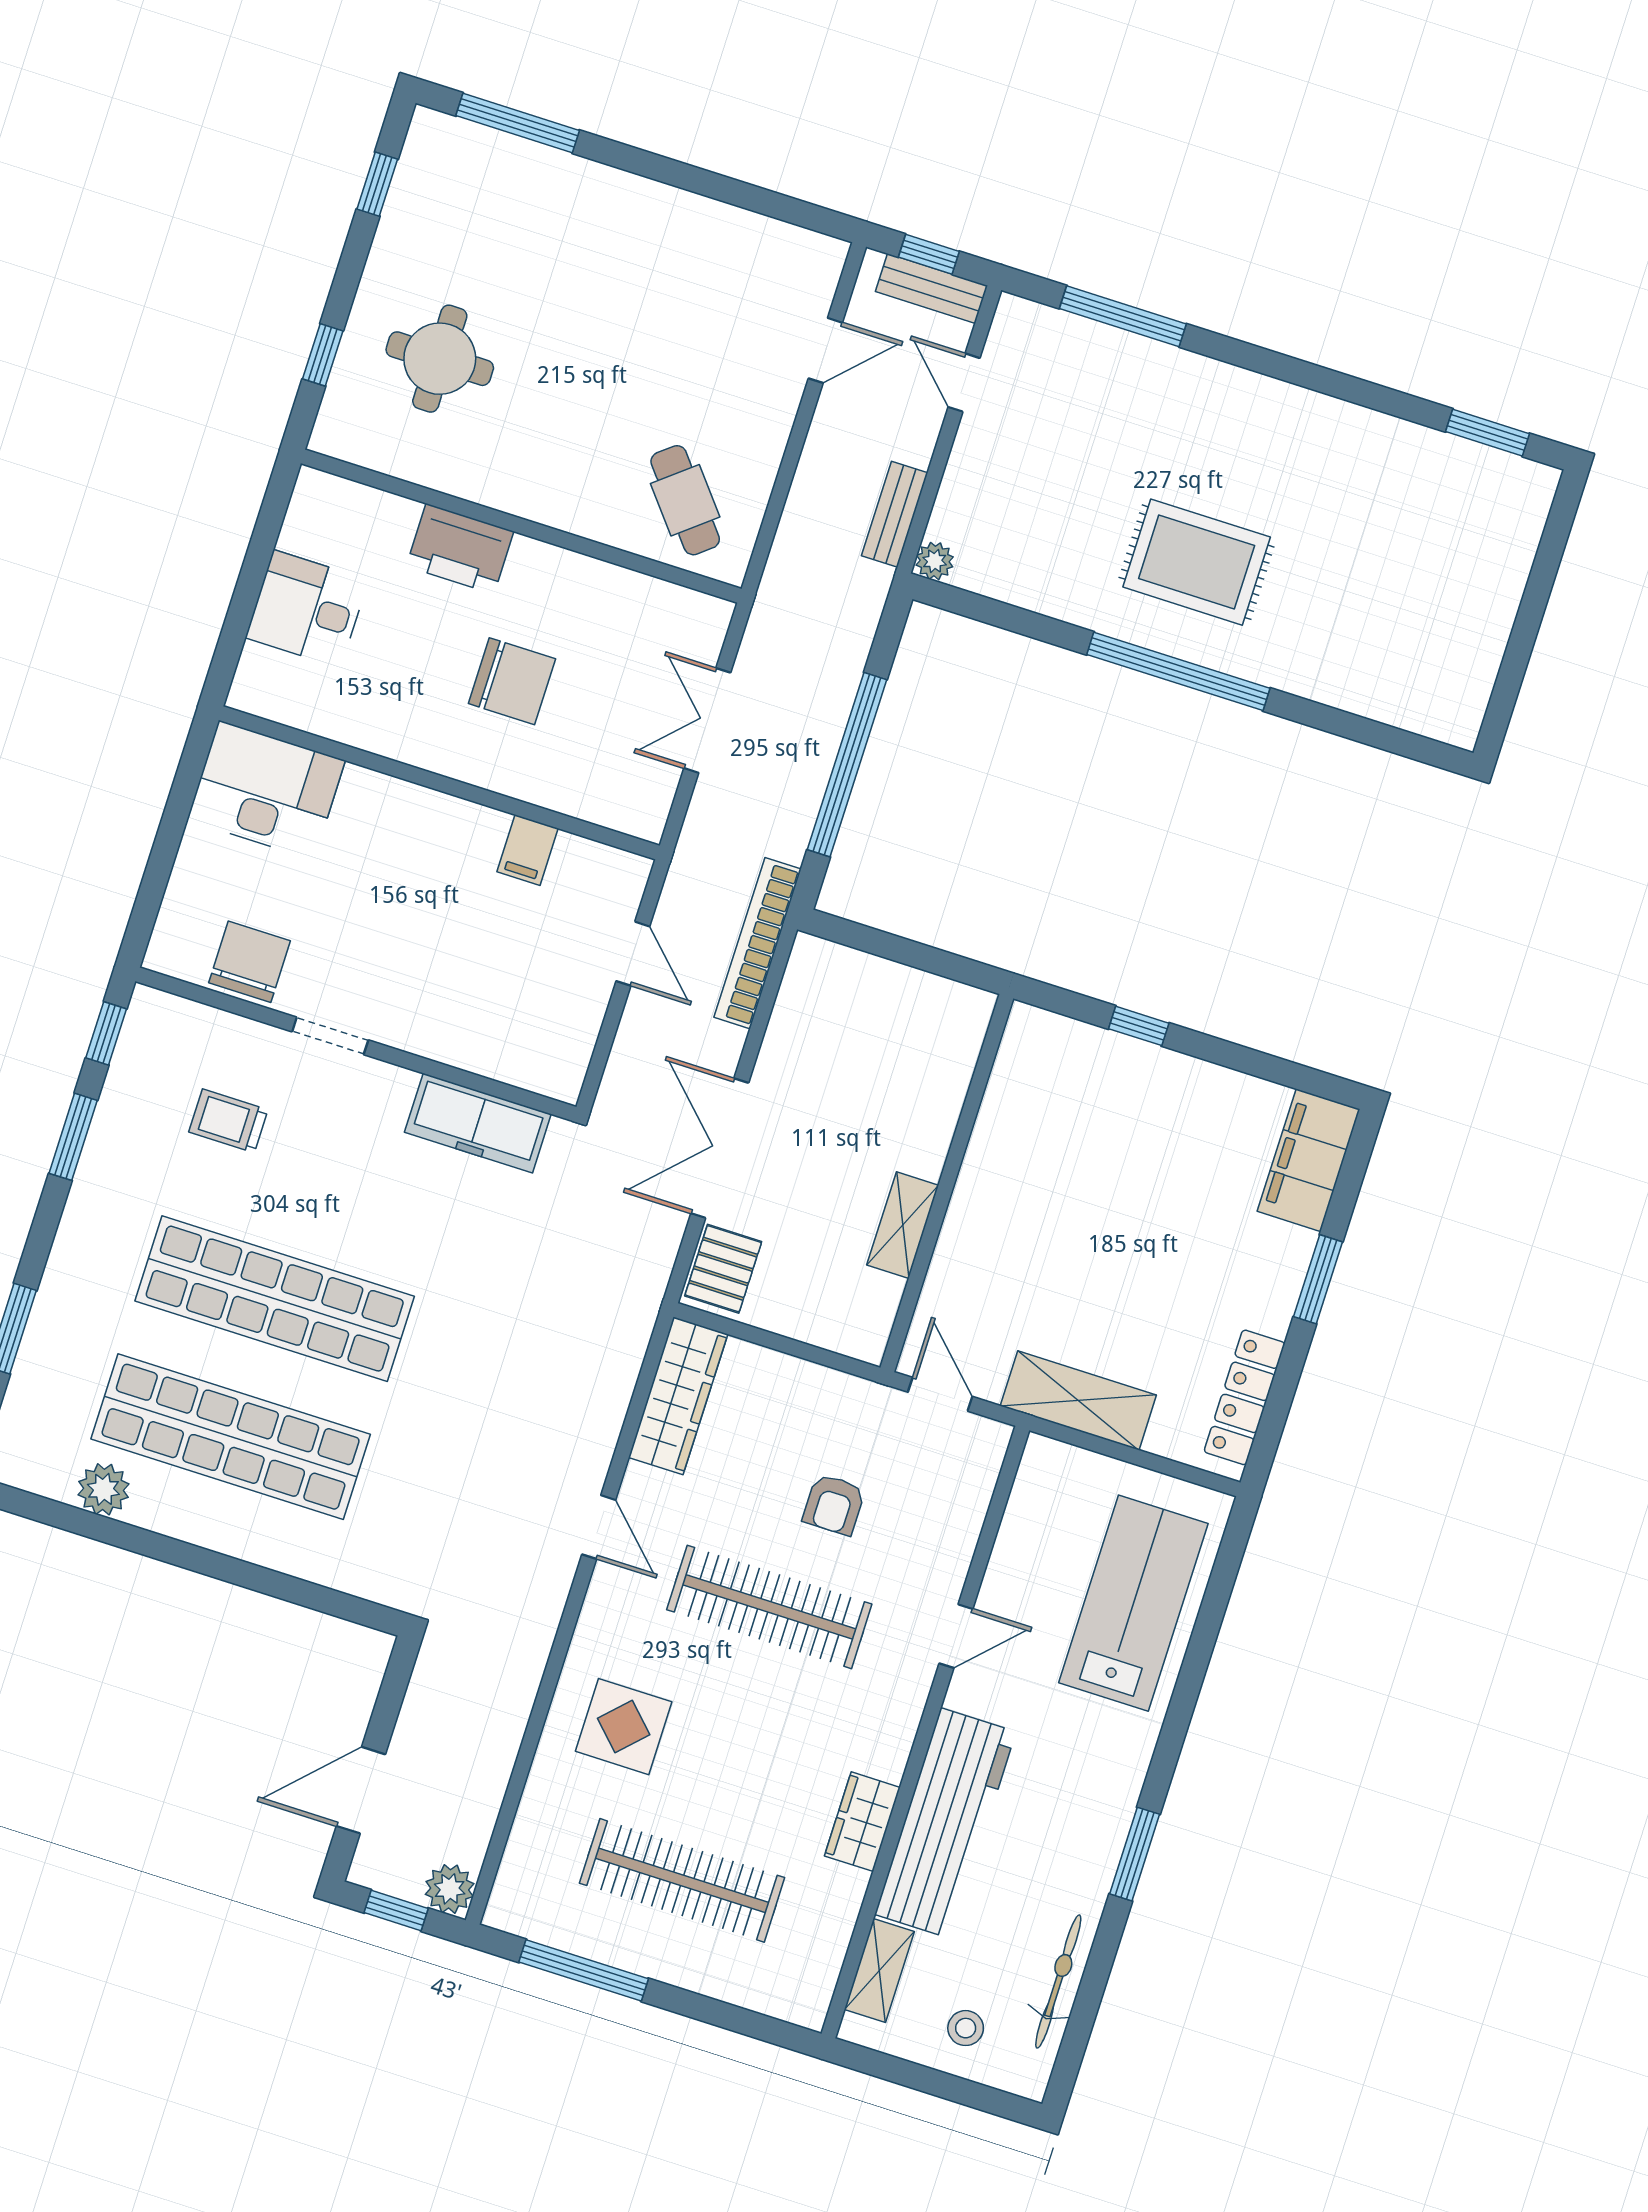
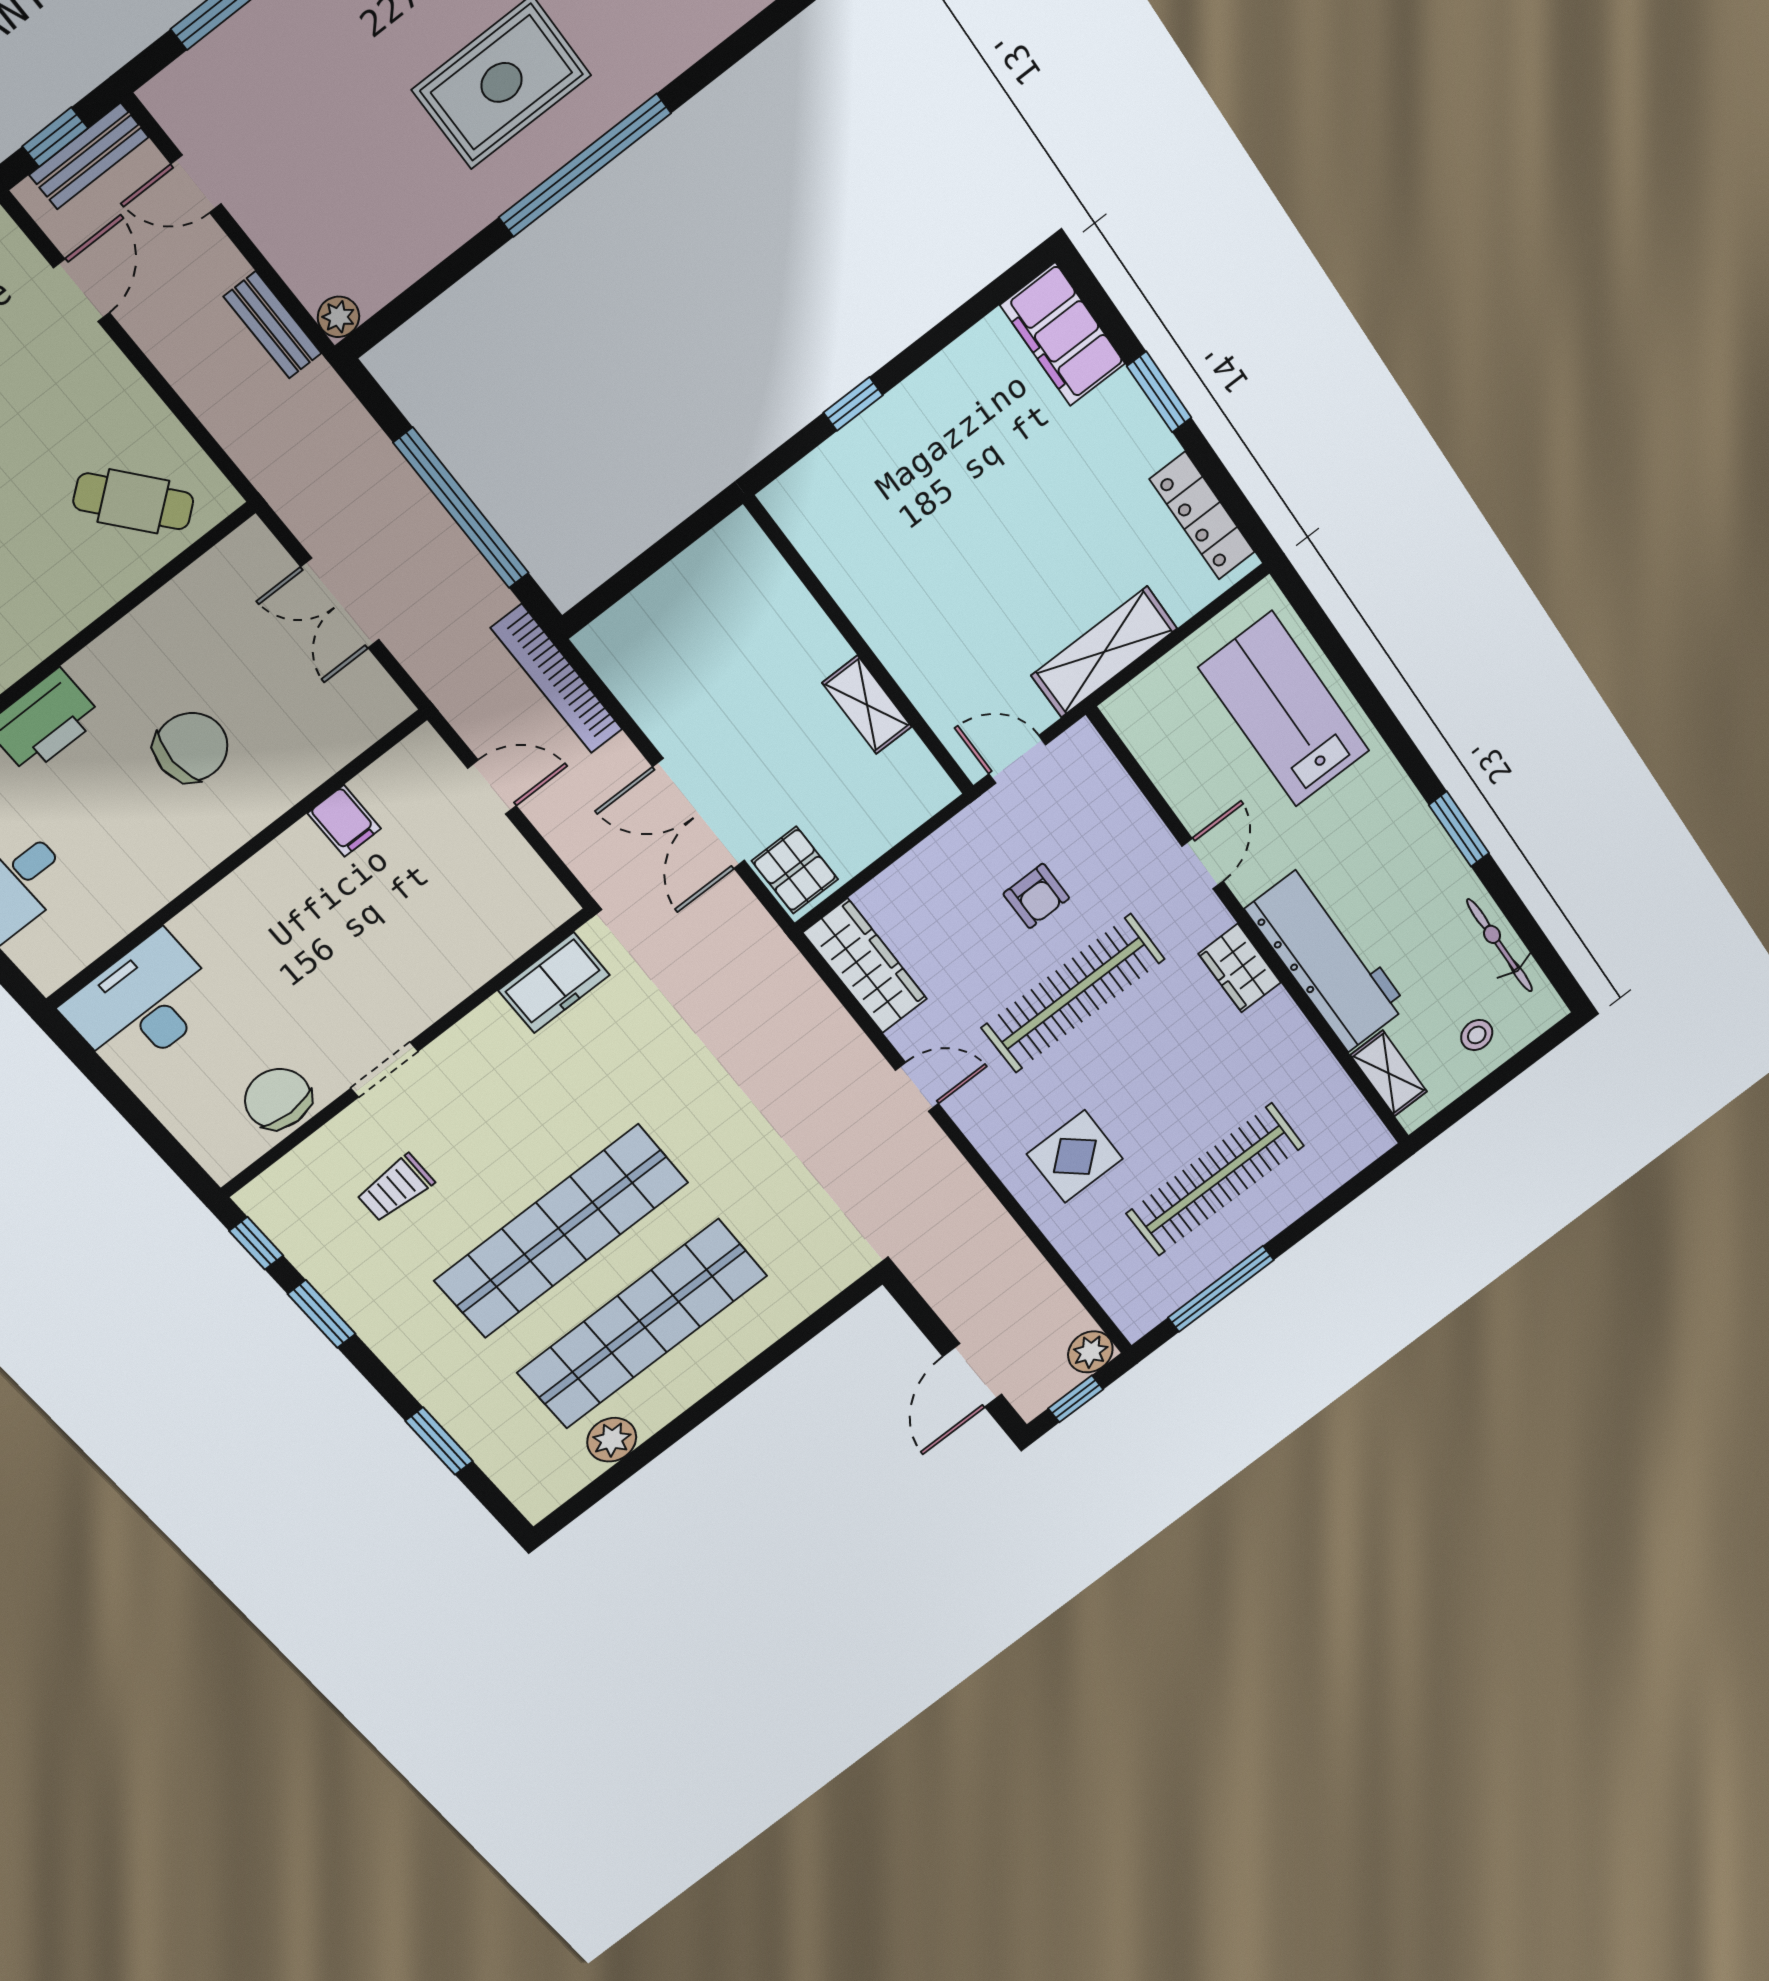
freezer: (478, 1123) -> (554, 983), width x0.71
wardrobe: (862, 1822) -> (1240, 968), moved

